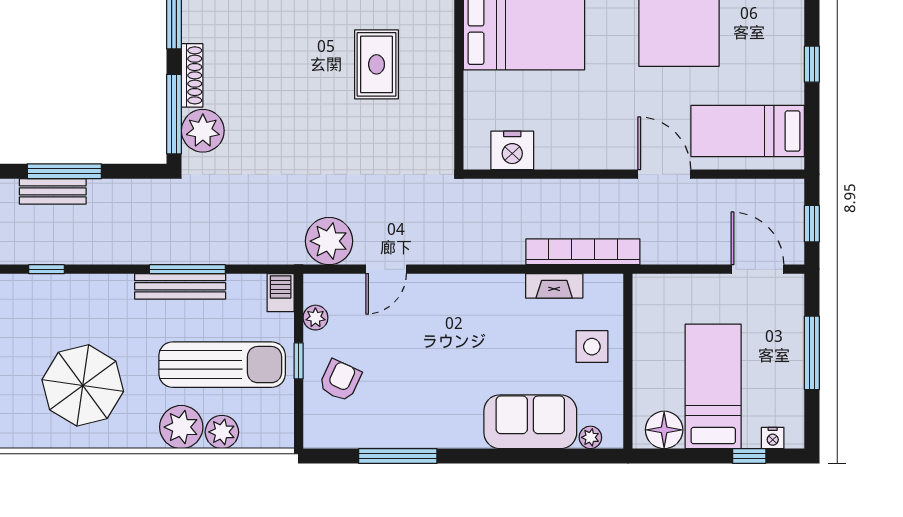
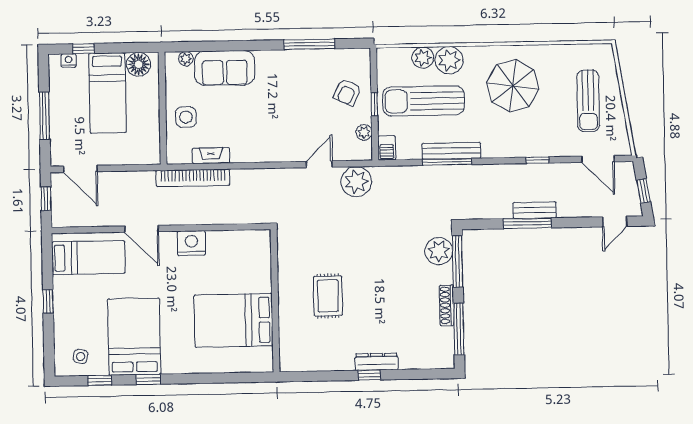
shoe rack: (192, 75) -> (447, 305), moved
nightstand: (512, 150) -> (191, 243), moved

